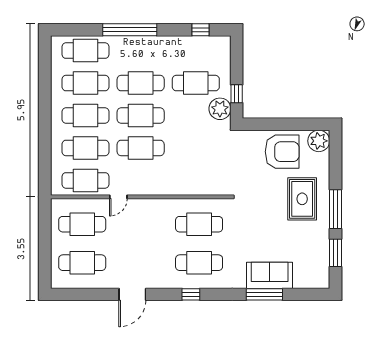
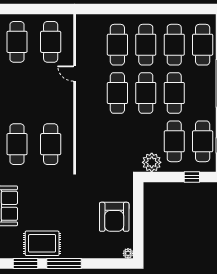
window: (237, 94) -> (192, 177), moved
plant: (319, 141) -> (128, 253), width x0.53, depth x0.53
cafe table: (85, 180) -> (203, 141), moved
rug: (302, 199) -> (42, 243), moved

